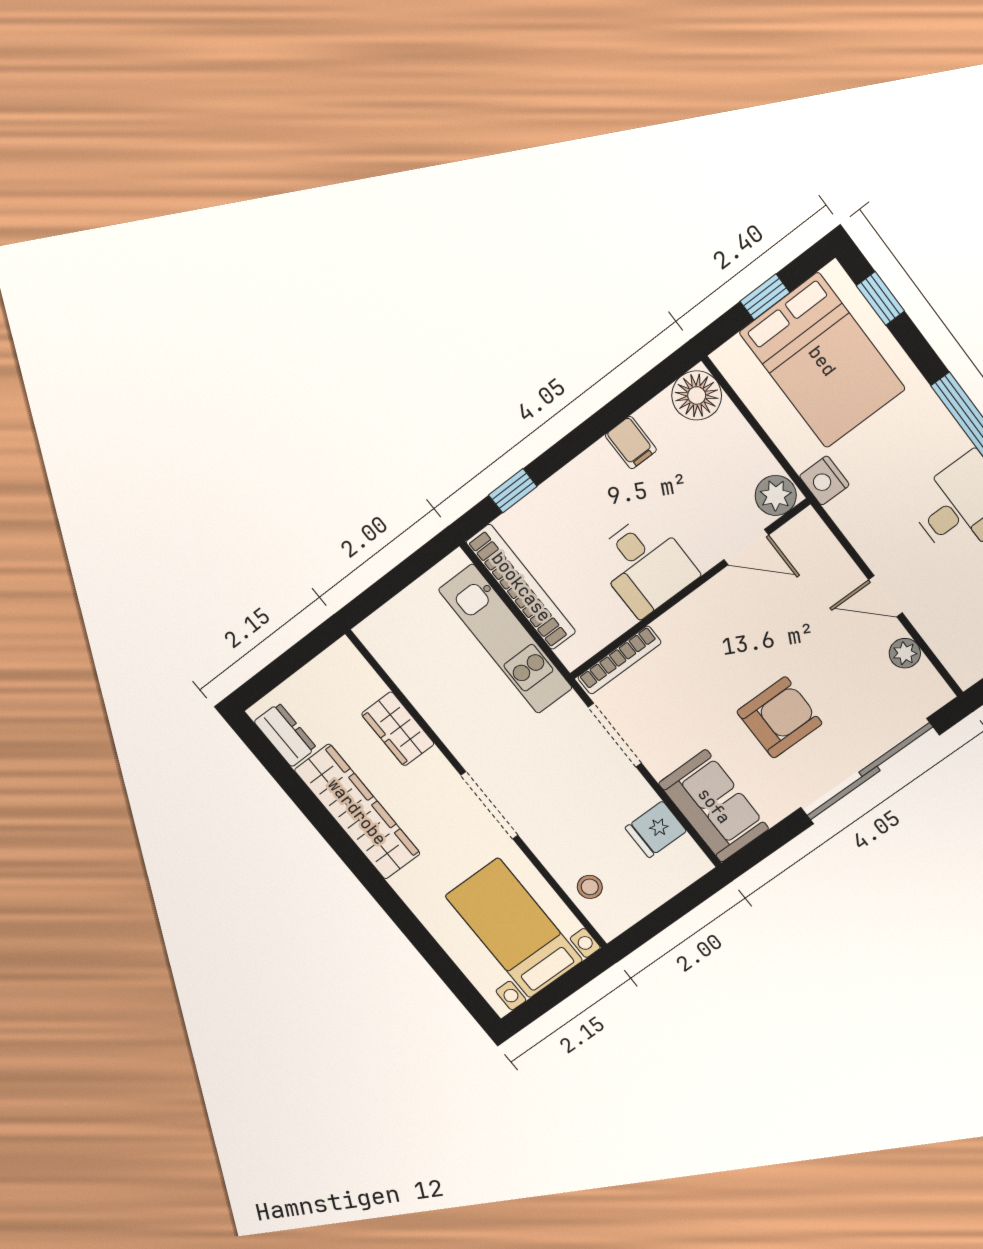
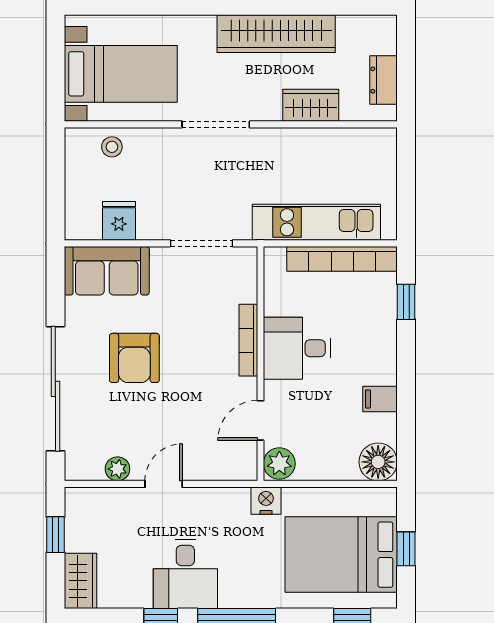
bookcase: (619, 660) -> (248, 340), moved
dresser: (285, 735) -> (383, 80), moved, turned 90

